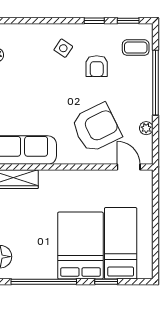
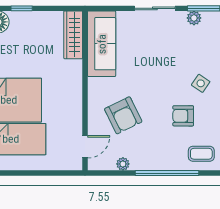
coffee table: (136, 48) -> (201, 154), turned 90
armchair: (96, 128) -> (123, 115), width x0.73, depth x0.73

